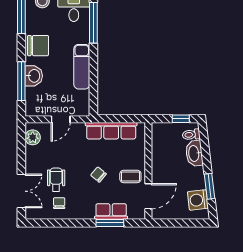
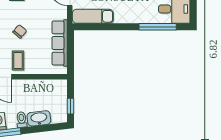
exam couch: (82, 67) -> (93, 16), moved
toilet: (191, 135) -> (22, 120), moved

